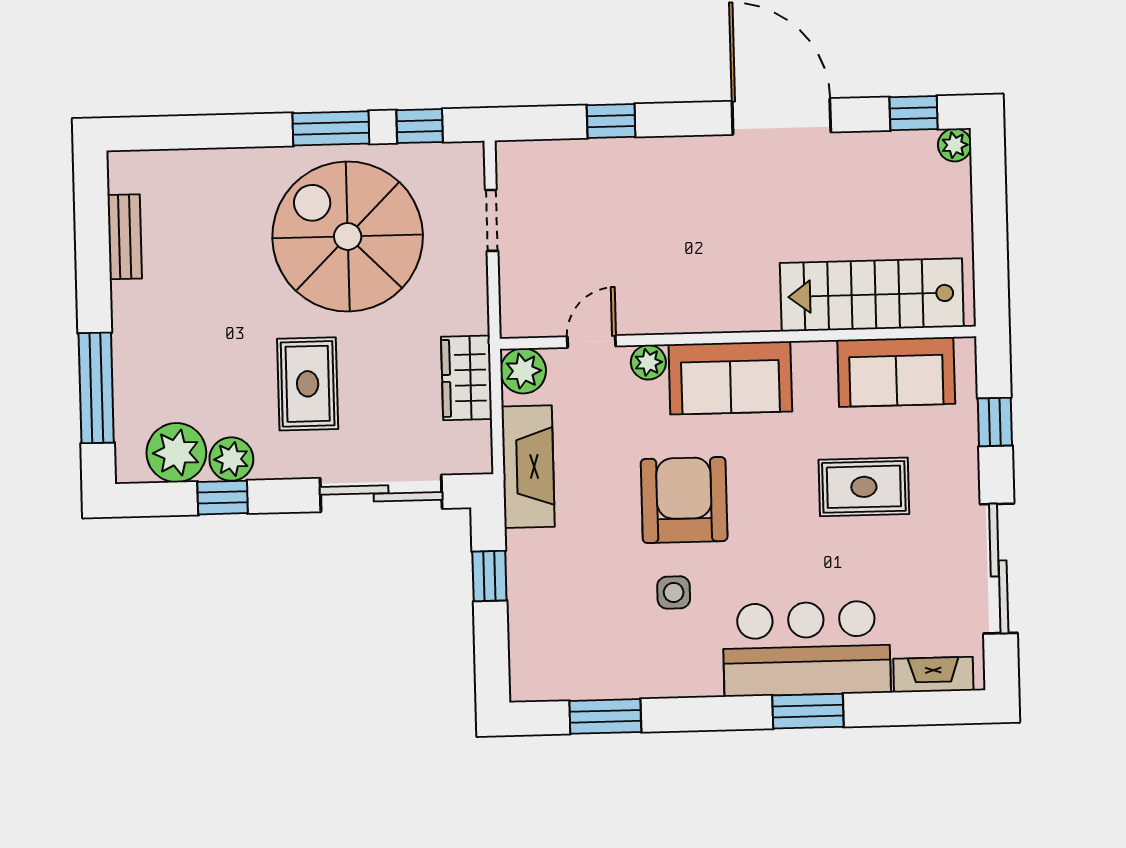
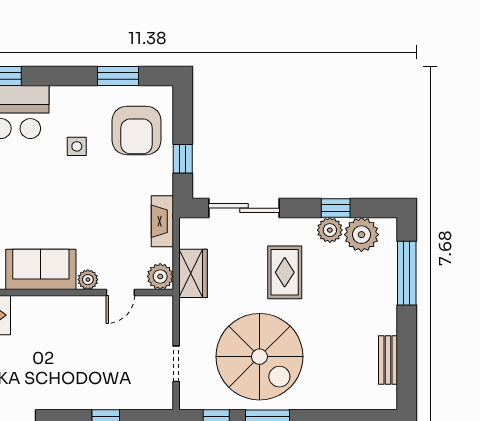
fireplace: (528, 467) -> (162, 221), width x0.73, depth x0.76
armchair: (684, 500) -> (137, 130), moved

